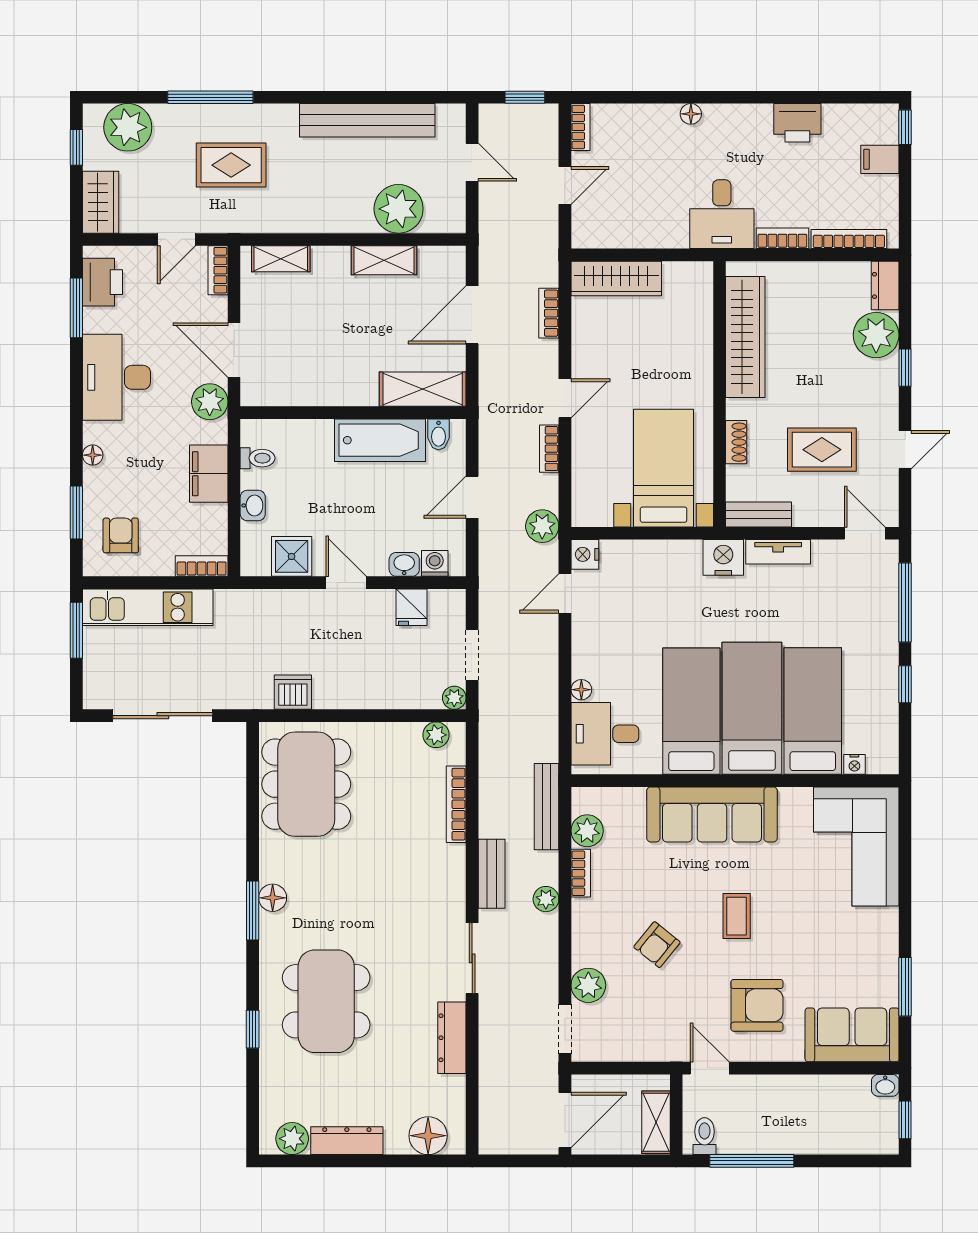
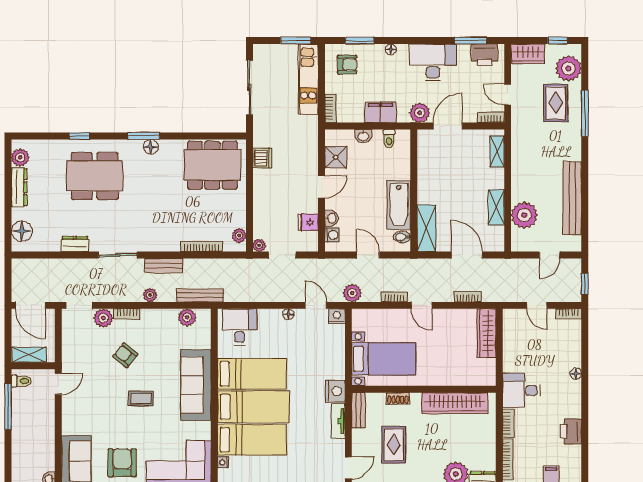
rug: (231, 165) -> (556, 103), moved
floor lamp: (581, 690) -> (288, 314), moved
bookcase: (581, 873) -> (127, 314), moved
armchair: (757, 1005) -> (122, 463), moved, turned 180
dresser: (452, 1038) -> (75, 244), width x0.70

